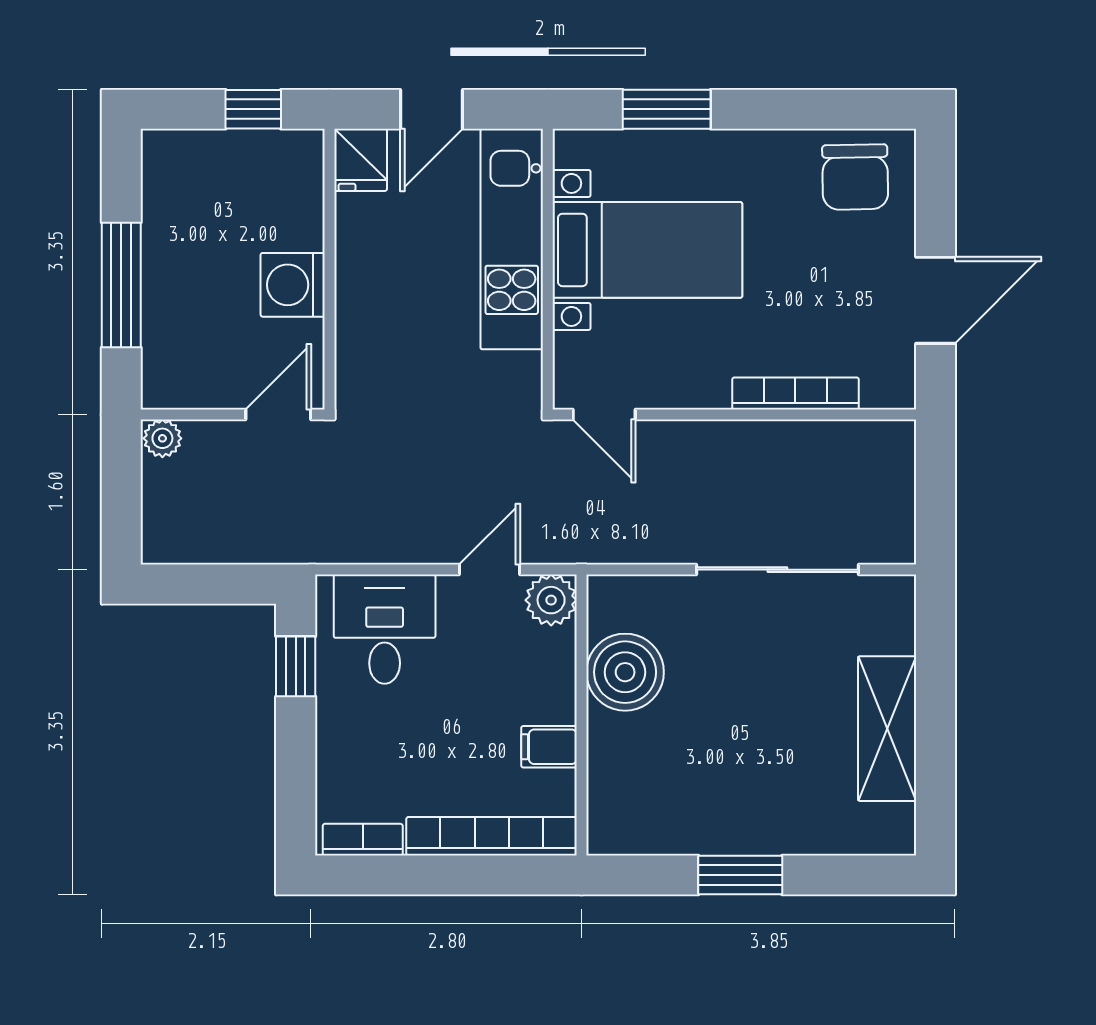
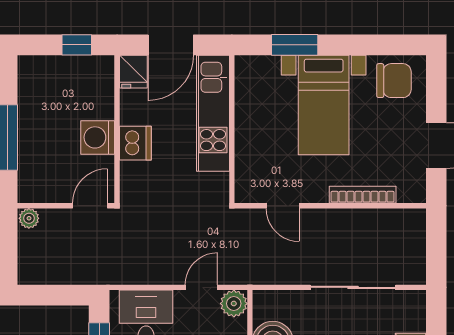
door: (432, 109) -> (171, 45), width x1.38
chair: (855, 177) -> (394, 81), turned -89
bed with nightstands: (647, 250) -> (324, 105), moved, turned 90
dishwasher: (364, 296) -> (135, 143), added
door: (604, 414) -> (283, 206), moved

